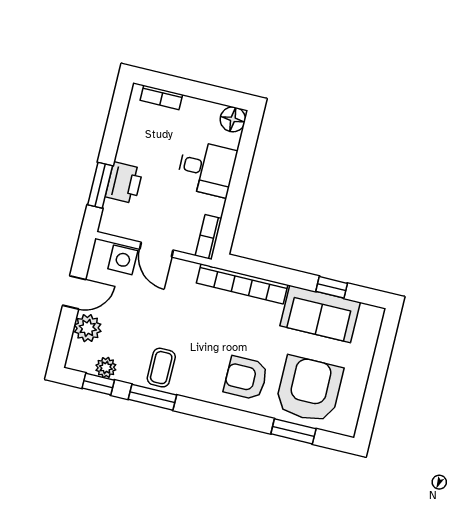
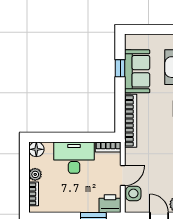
plant: (192, 108) -> (35, 174), added
desk: (207, 168) -> (74, 158), width x1.37
printer: (124, 183) -> (110, 204), moved

